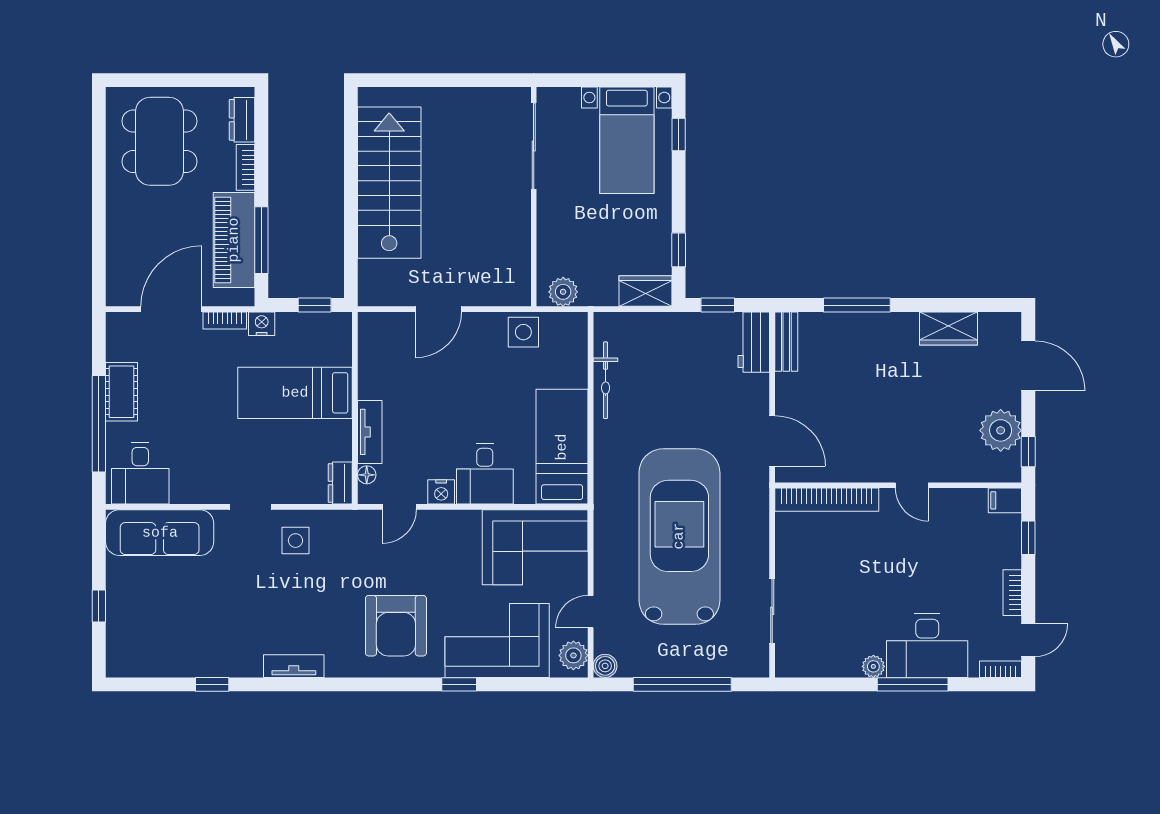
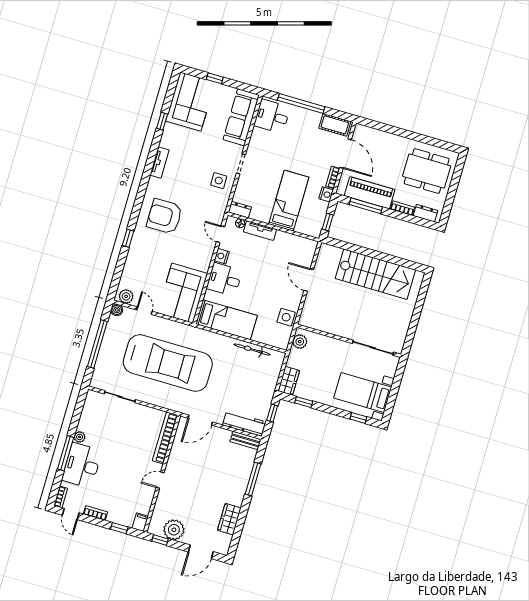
workbench: (754, 342) -> (244, 423), width x1.38
cot: (122, 392) -> (335, 125), moved
corner sofa: (497, 640) -> (190, 101), moved

